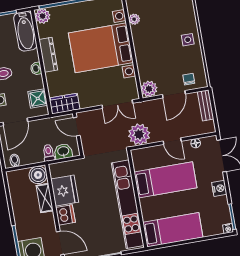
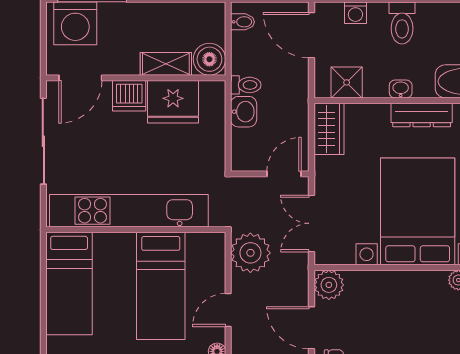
door: (77, 127) -> (284, 174), moved
wall: (78, 134) -> (270, 174), moved

